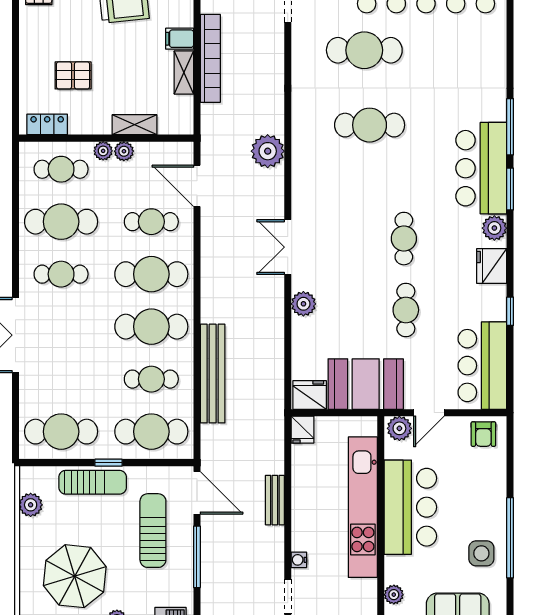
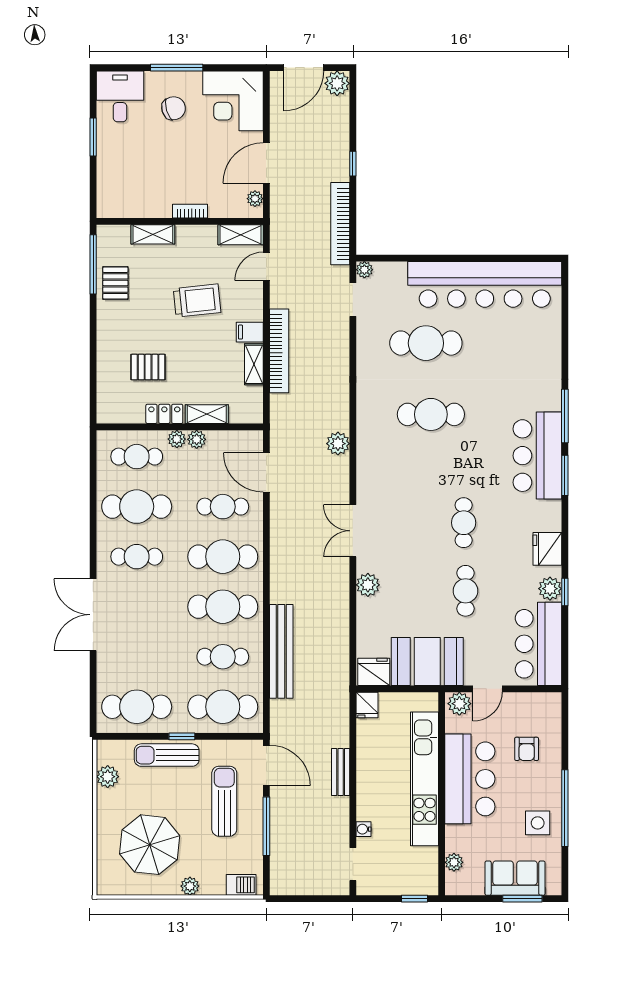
locker: (47, 124) -> (164, 414), moved
plant: (268, 151) -> (338, 444), width x0.73, depth x0.73
plant: (494, 228) -> (550, 589), moved
armchair: (483, 434) -> (527, 749), moved
sun lounger: (93, 482) -> (167, 755), turned 180

